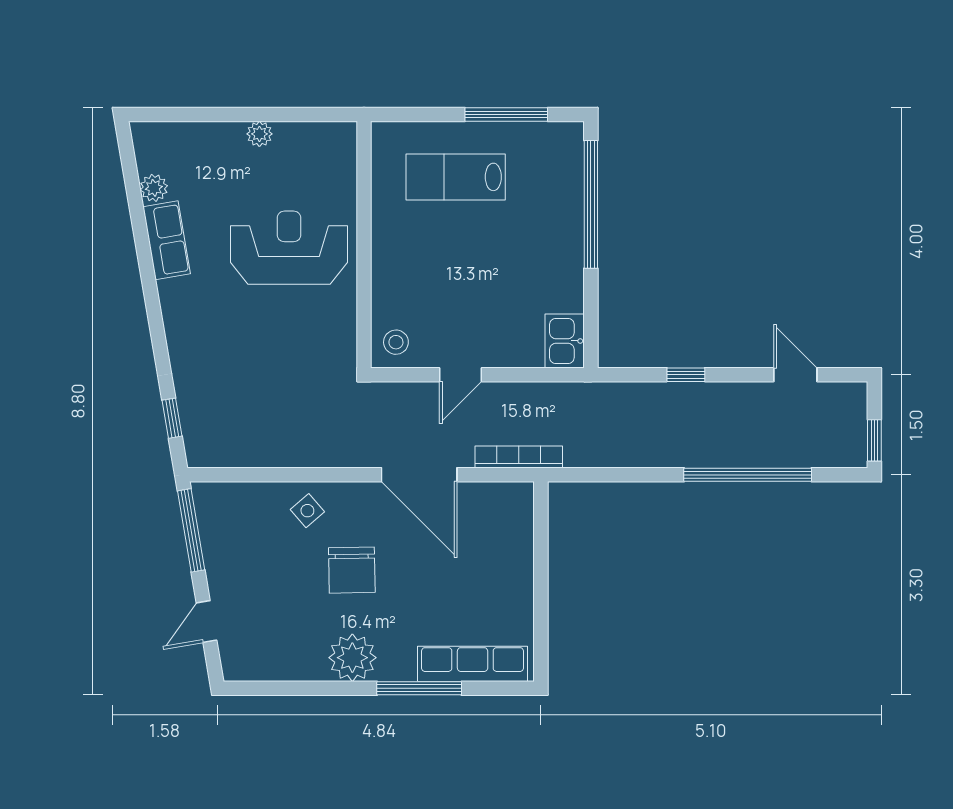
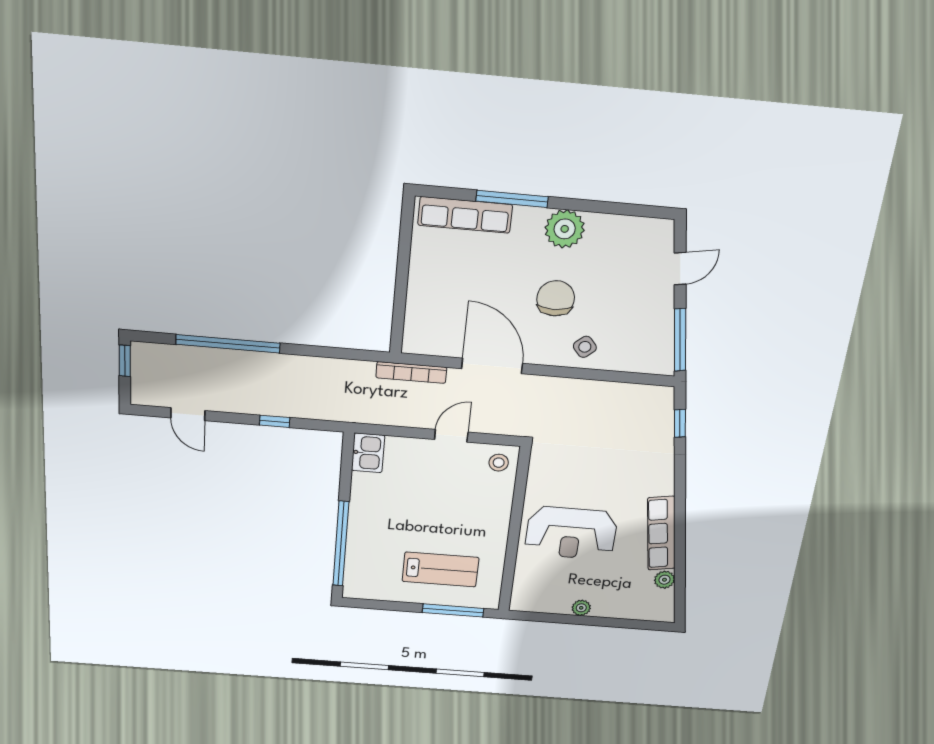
window: (506, 114) -> (453, 610), moved
row of seats: (167, 240) -> (661, 533), width x1.48

